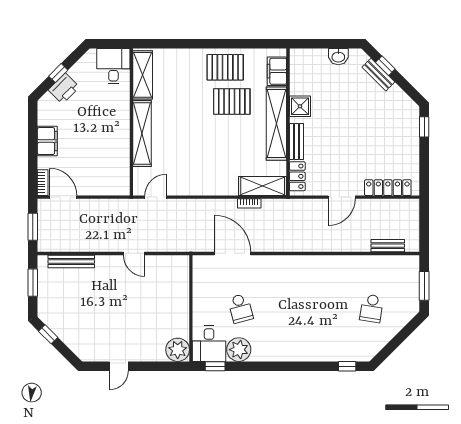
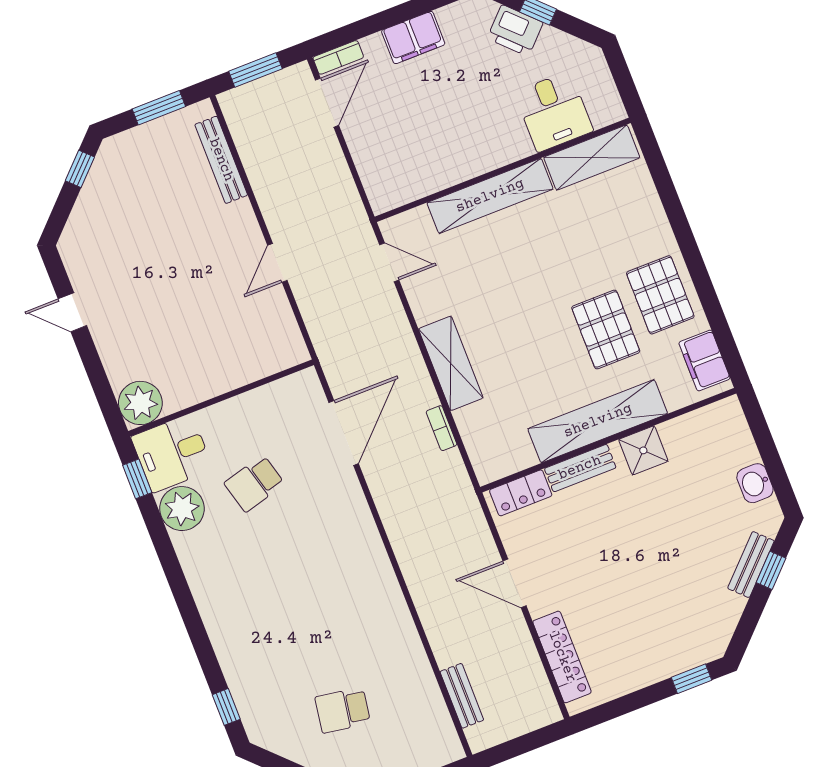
desk: (113, 66) -> (554, 112), moved, turned 90
filing cabinet: (277, 71) -> (704, 360), moved, turned -90
shelving: (263, 186) -> (451, 363), moved

